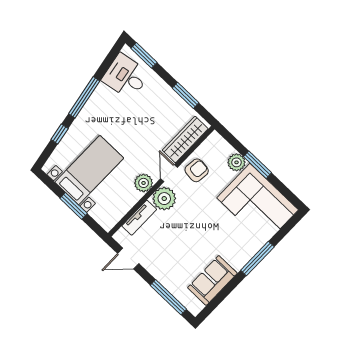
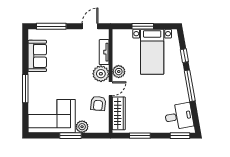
door: (169, 173) -> (111, 89), hinge flipped

